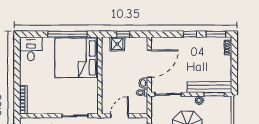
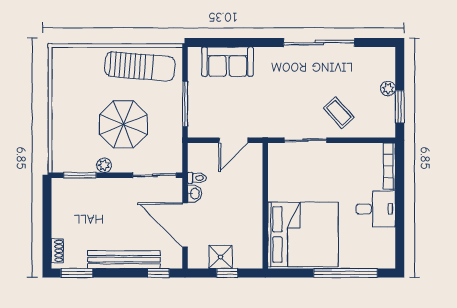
window: (68, 34) -> (346, 273), moved
window: (190, 34) -> (158, 273), moved
shower: (117, 44) -> (221, 257), moved
desk: (31, 49) -> (376, 209), moved, turned -90
door: (149, 64) -> (185, 225), hinge flipped
bench: (209, 87) -> (124, 260), moved

